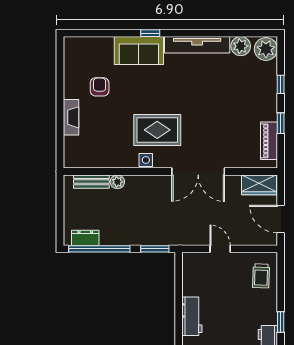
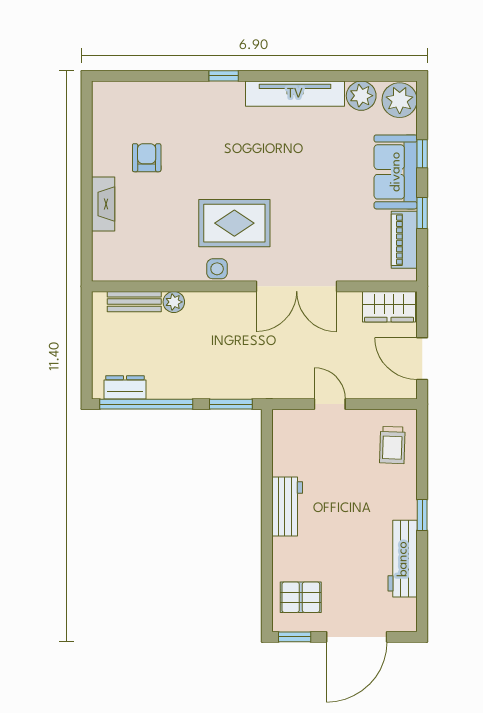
sofa: (139, 51) -> (396, 172), moved, turned 90

